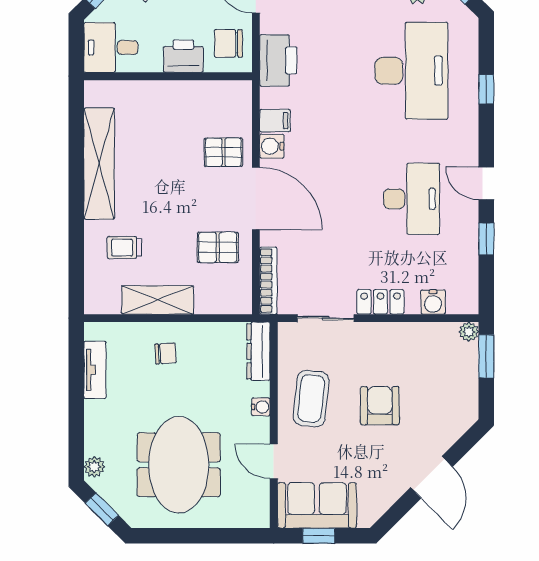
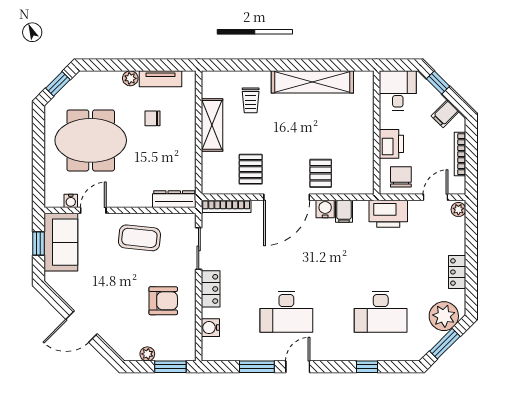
desk: (411, 71) -> (381, 312), width x0.73, depth x0.77
window: (486, 239) -> (257, 367), width x1.50
trolley: (124, 247) -> (251, 100), turned 180
plant: (469, 332) -> (147, 354), moved
chair: (165, 353) -> (153, 118), moved, turned 94
armchair: (380, 406) -> (163, 301), moved
water cooler: (261, 407) -> (71, 201), moved
plant: (94, 467) -> (130, 78), moved

